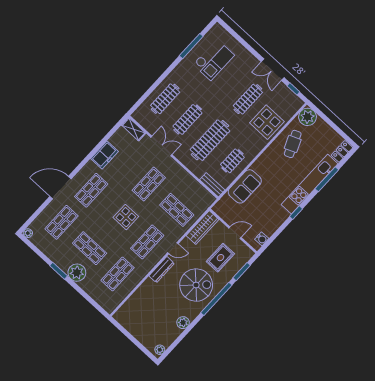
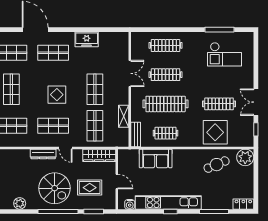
shelving: (134, 129) -> (124, 116), moved
shop shelf: (149, 184) -> (95, 89), turned 90
kitchen unit: (310, 184) -> (168, 202), moved

